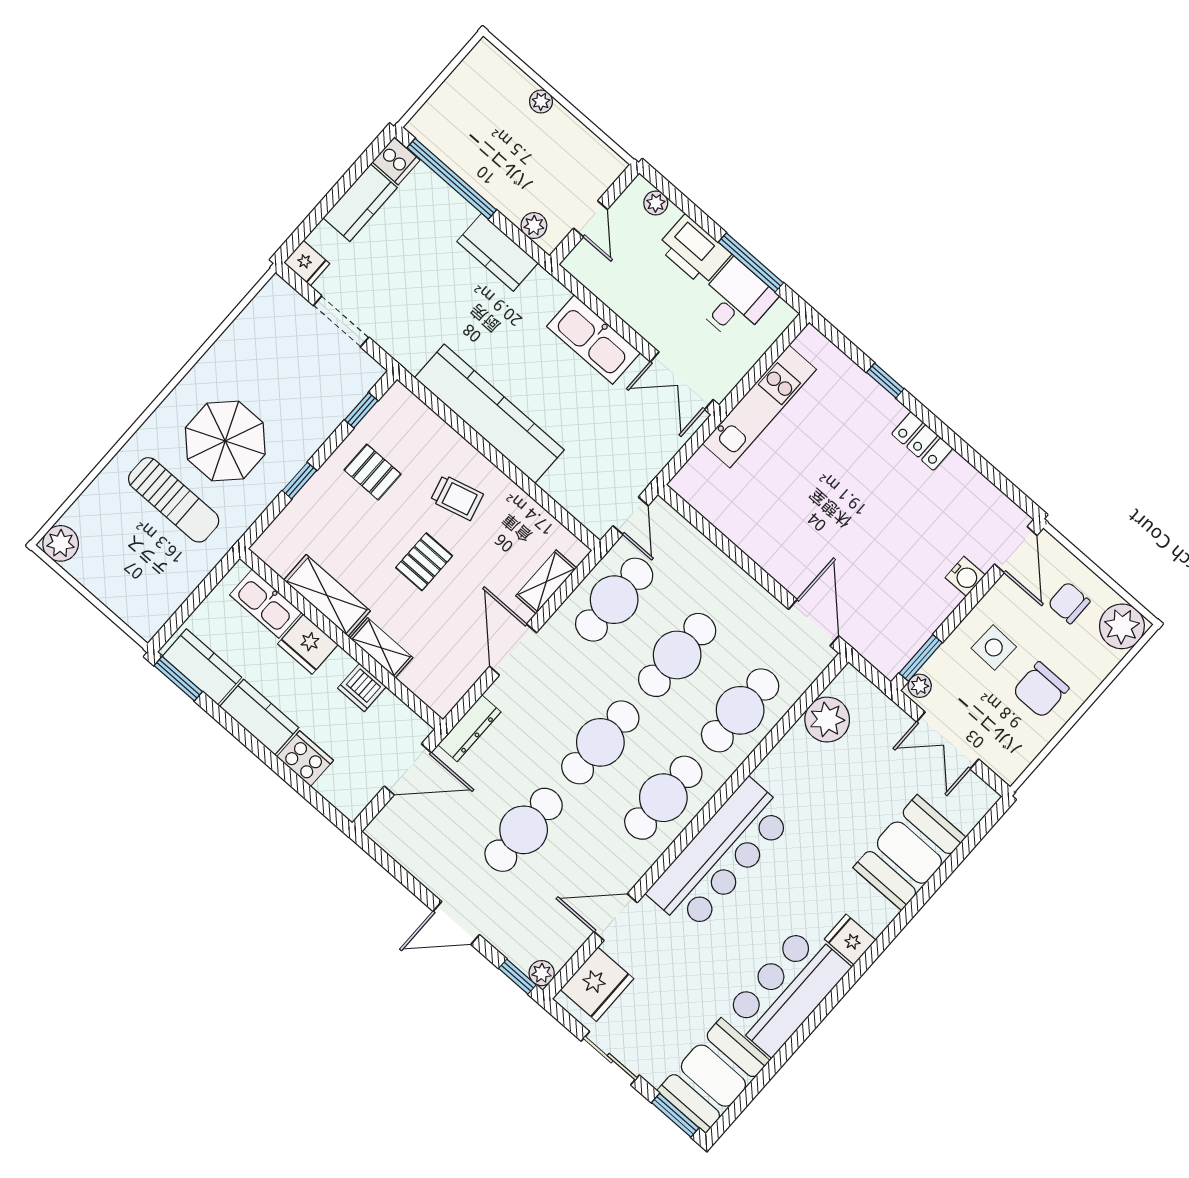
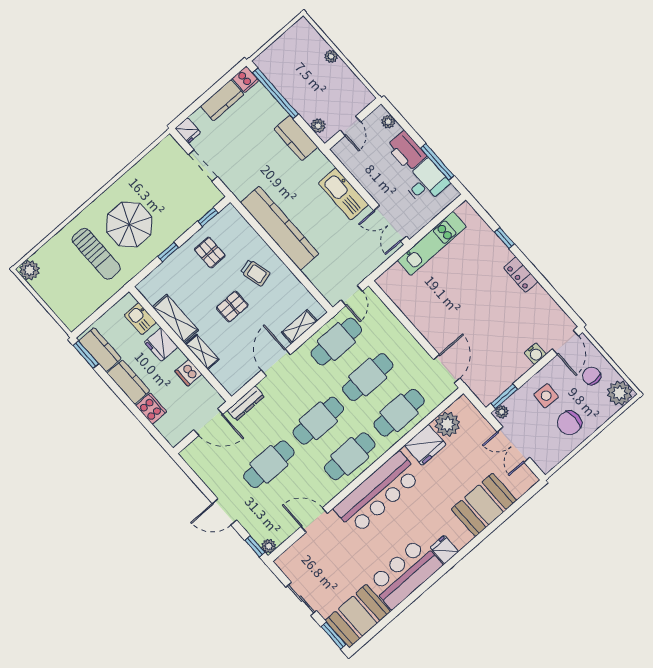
kitchen sink: (266, 604) -> (140, 319), width x0.73
fridge: (597, 984) -> (425, 445), moved

